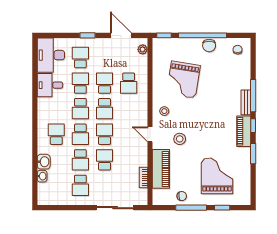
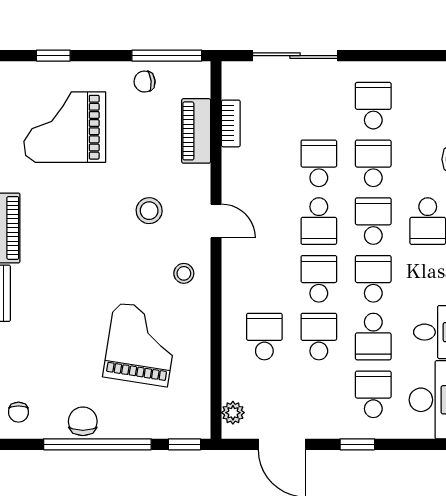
school desk: (80, 58) -> (373, 394), turned 180
school desk: (105, 83) -> (319, 337), turned 180
school desk: (105, 160) -> (319, 163), turned 180
piano: (161, 169) -> (196, 131), width x0.73, depth x0.75
grand piano: (217, 176) -> (65, 127), turned 90
window: (191, 208) -> (167, 56), moved

